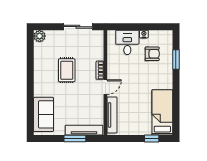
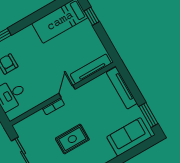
door: (105, 87) -> (67, 91), hinge flipped
window: (75, 139) -> (148, 115), moved

